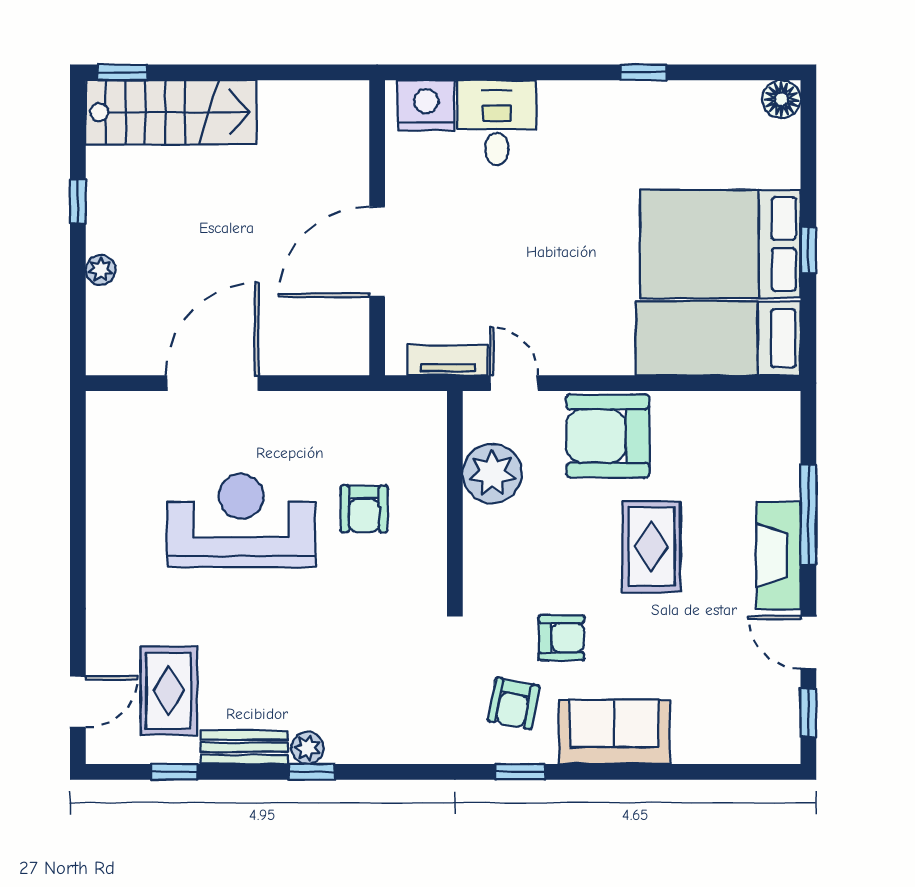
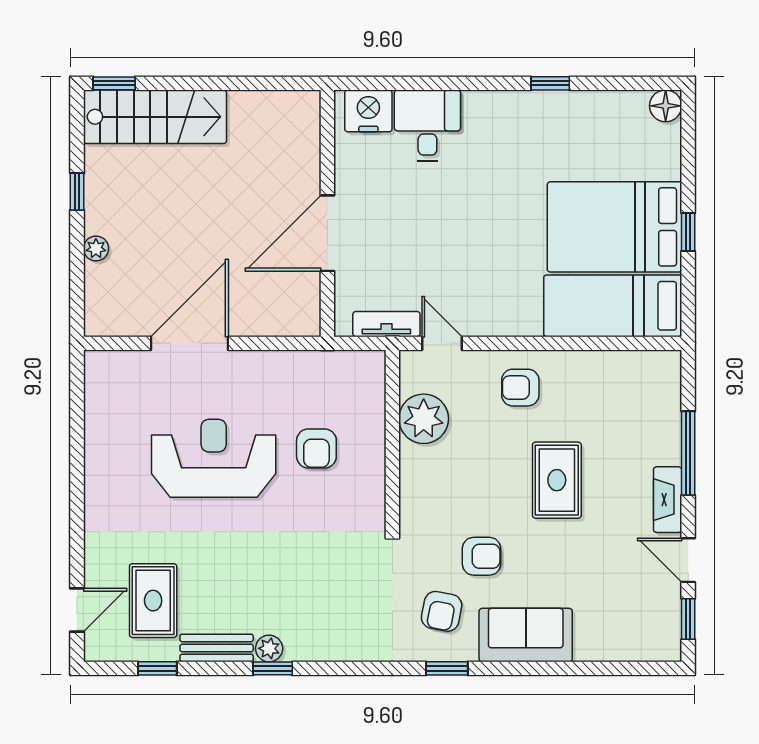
armchair: (608, 436) -> (520, 388), width x0.53, depth x0.53
fireplace: (778, 555) -> (668, 500), width x0.73, depth x0.76

